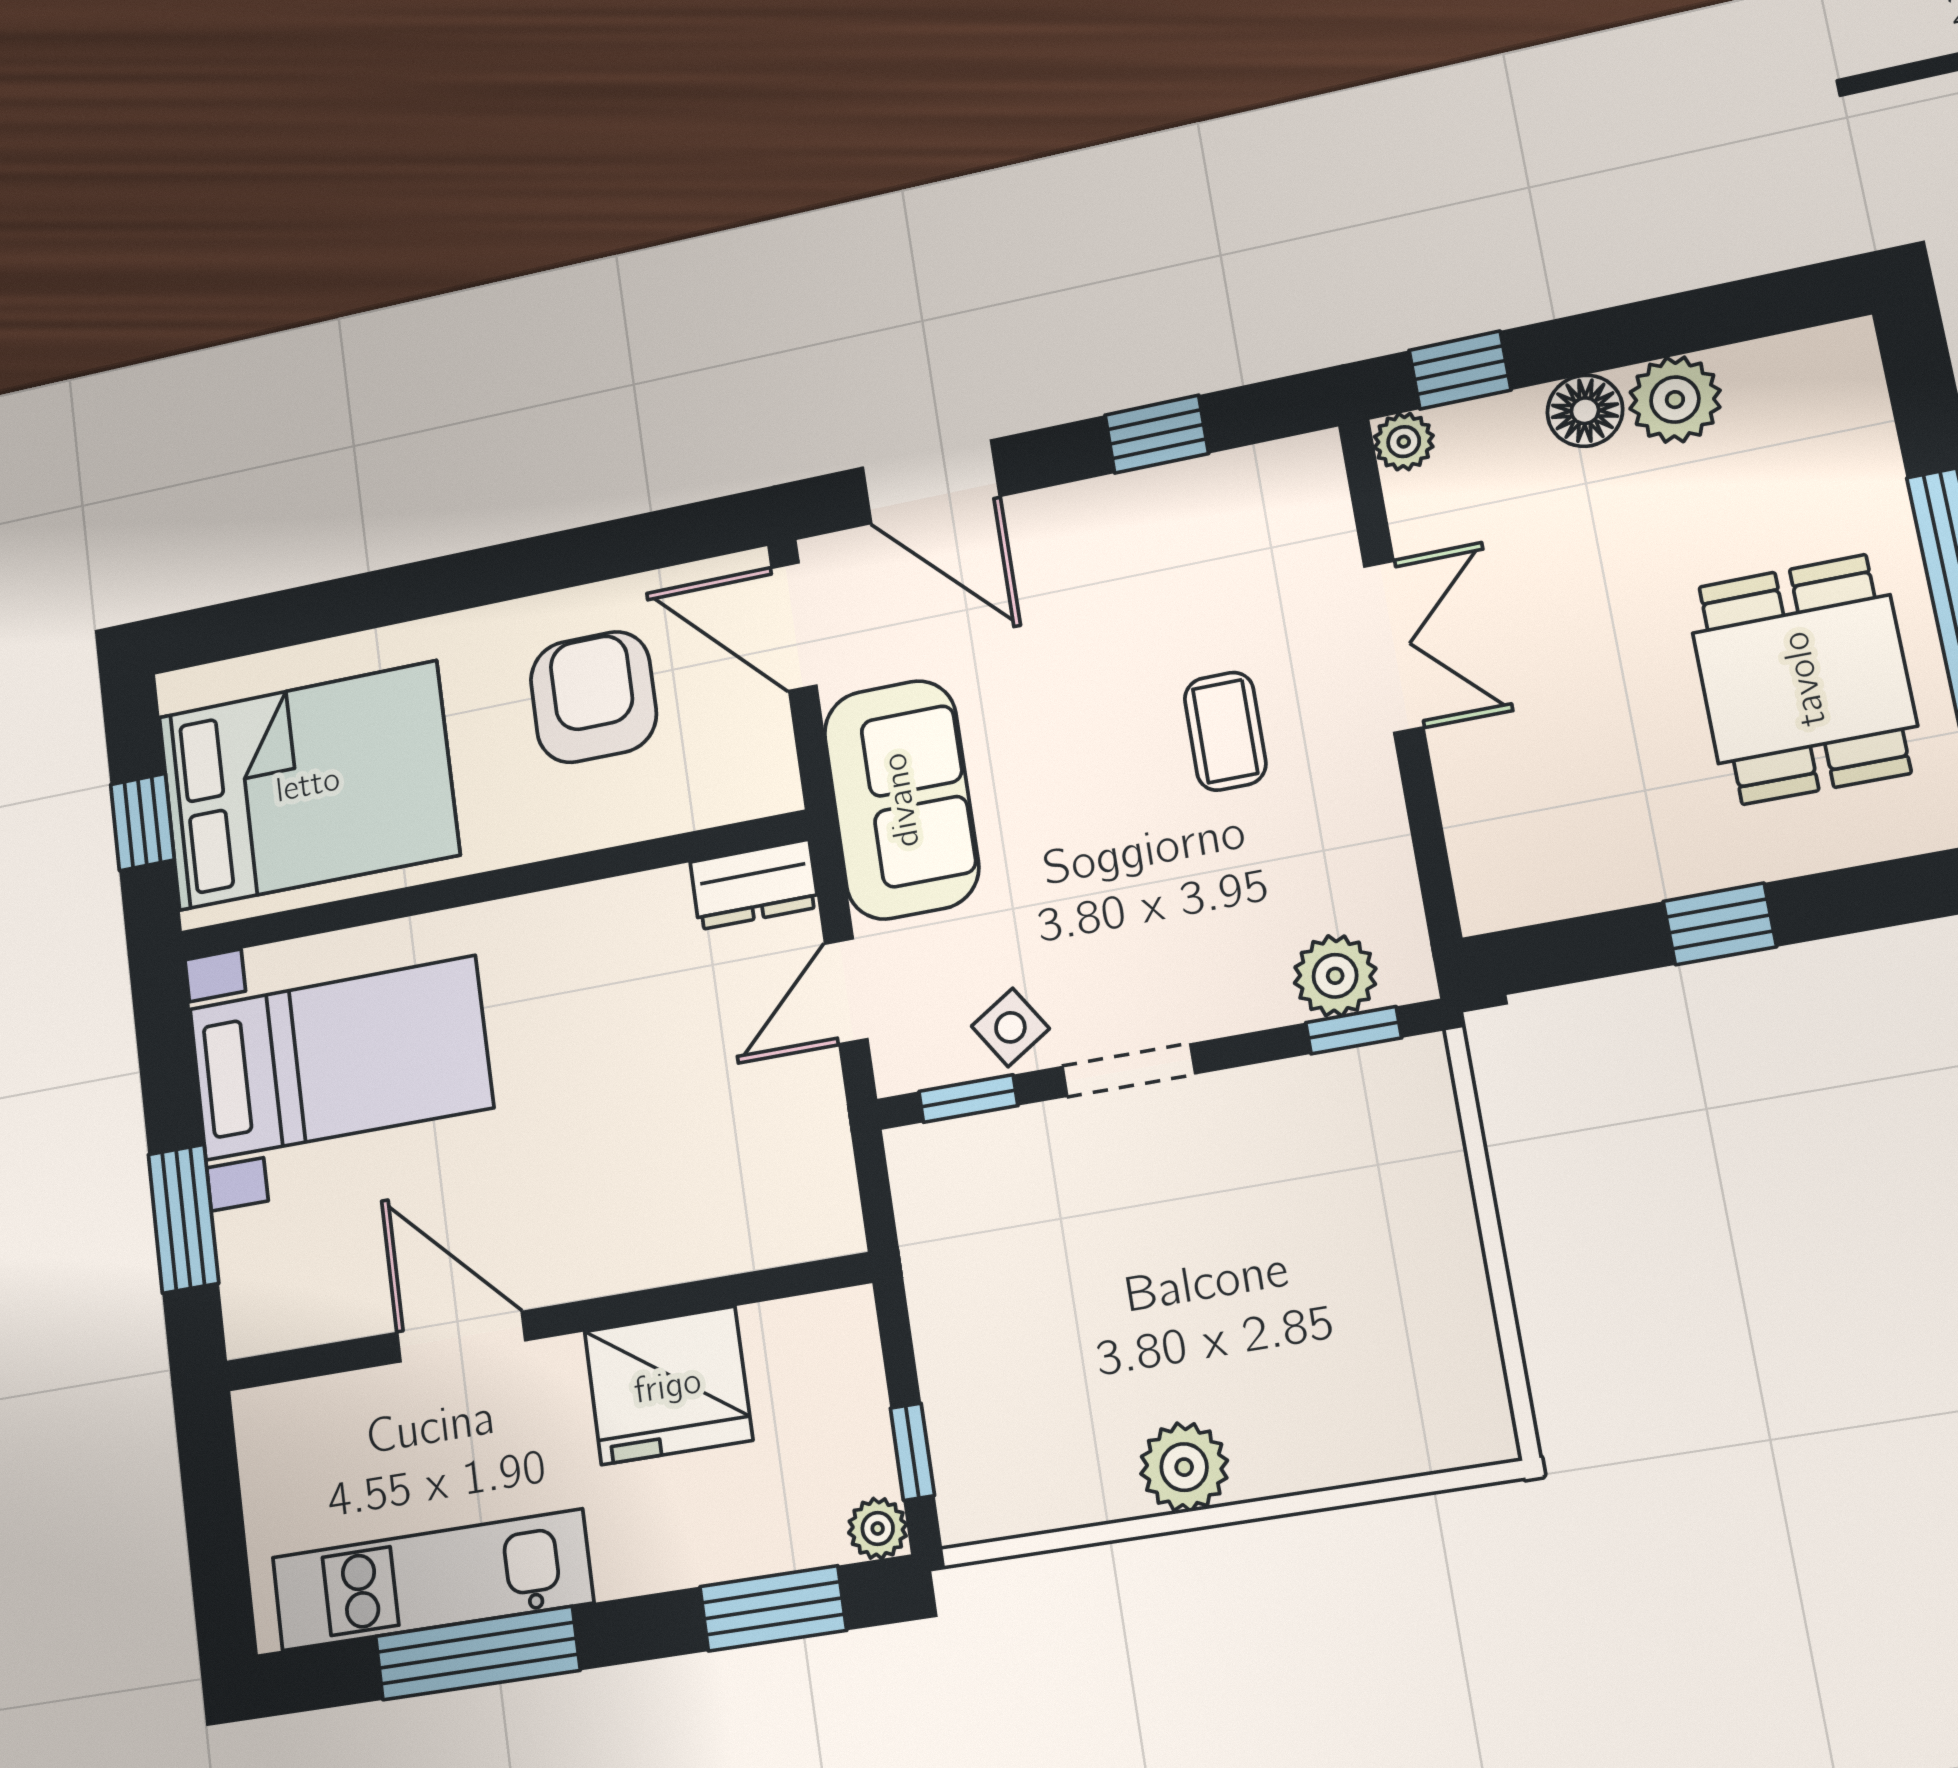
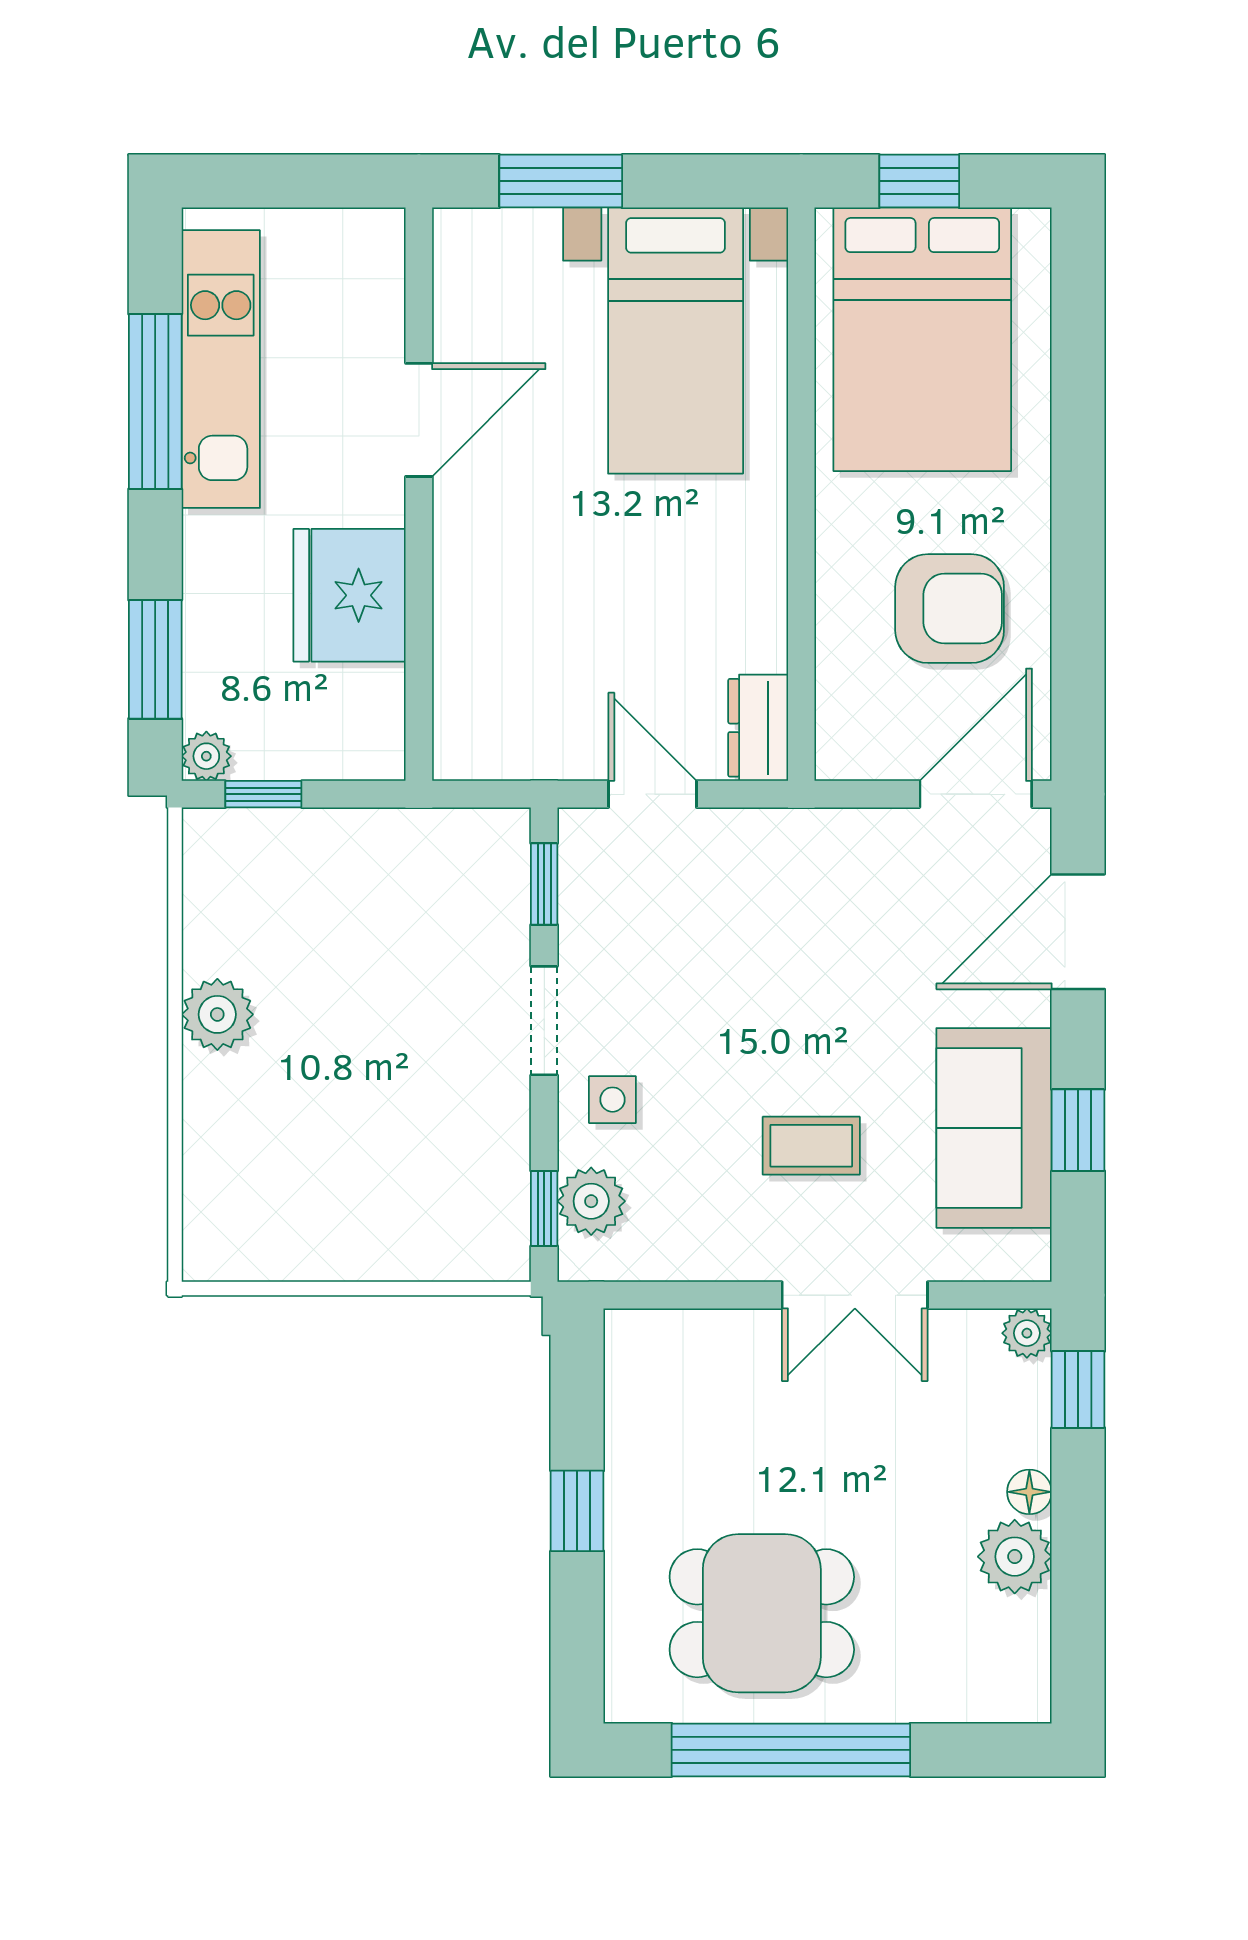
floor lamp: (1585, 411) -> (1029, 1492), width x0.73, depth x0.73
sofa: (901, 800) -> (994, 1128), moved, turned 90
side table: (1010, 1027) -> (612, 1100), moved, turned 33

